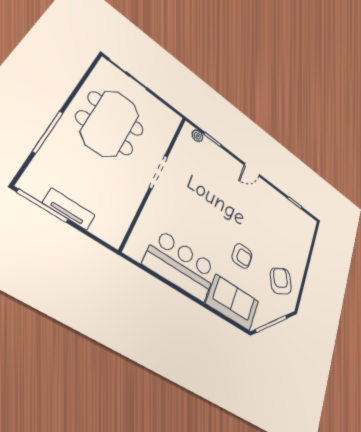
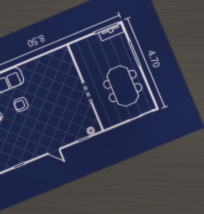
door: (252, 170) -> (54, 151), swing flipped
tv unit: (69, 209) -> (111, 32), moved
bar counter: (181, 265) -> (42, 68), removed

